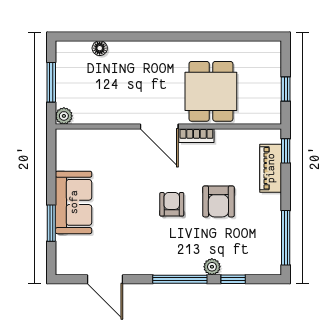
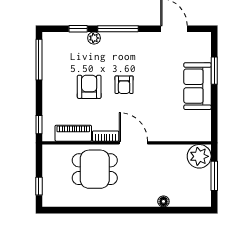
floor lamp: (100, 48) -> (163, 201), moved
window: (286, 89) -> (39, 186), moved
dining table: (211, 91) -> (95, 169), turned 90
plant: (64, 116) -> (199, 156), width x1.87, depth x1.87
piano: (271, 168) -> (73, 133), moved, turned -90

